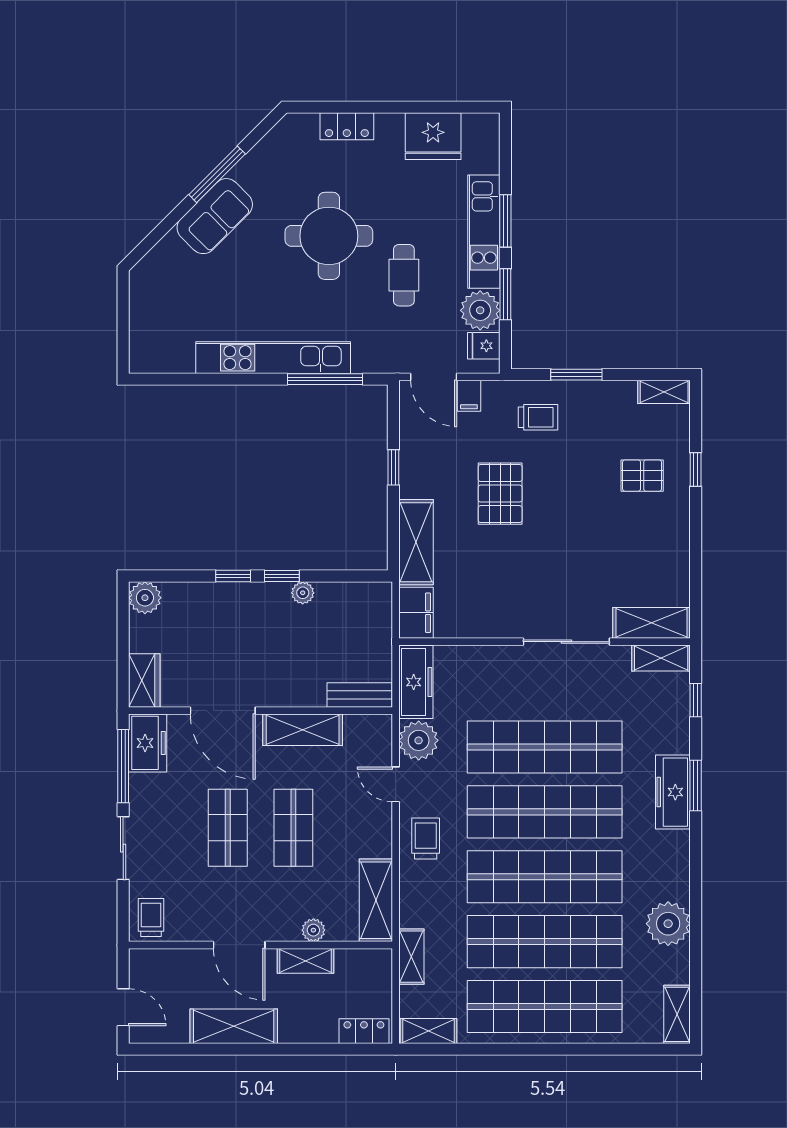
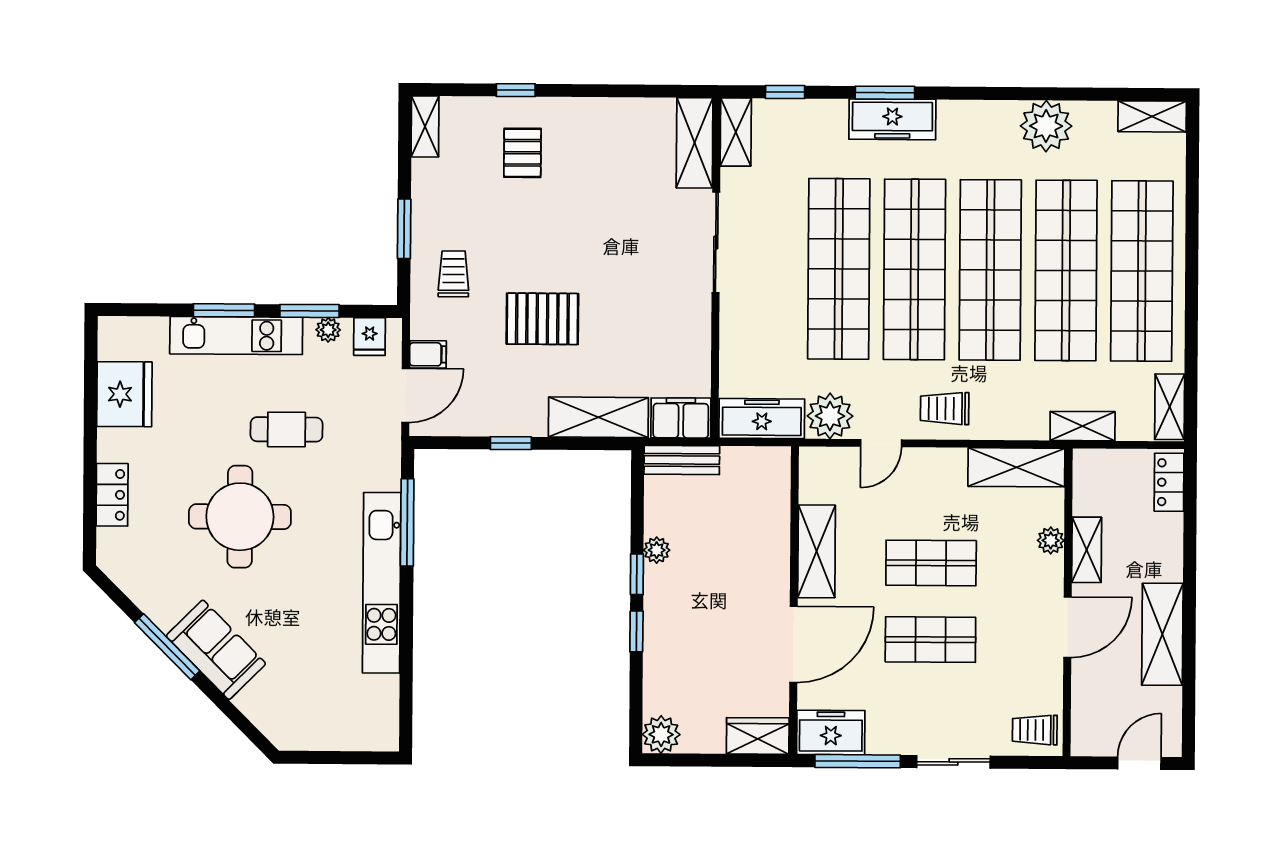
plant: (480, 310) -> (328, 330), width x0.53, depth x0.53
bench: (359, 695) -> (682, 460), moved, turned 90

